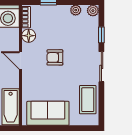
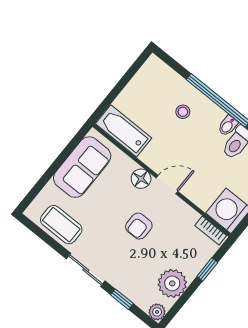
plant: (76, 10) -> (172, 283), width x1.87, depth x1.87
floor lamp: (29, 36) -> (141, 179), moved
armchair: (55, 57) -> (139, 226), turned 180

